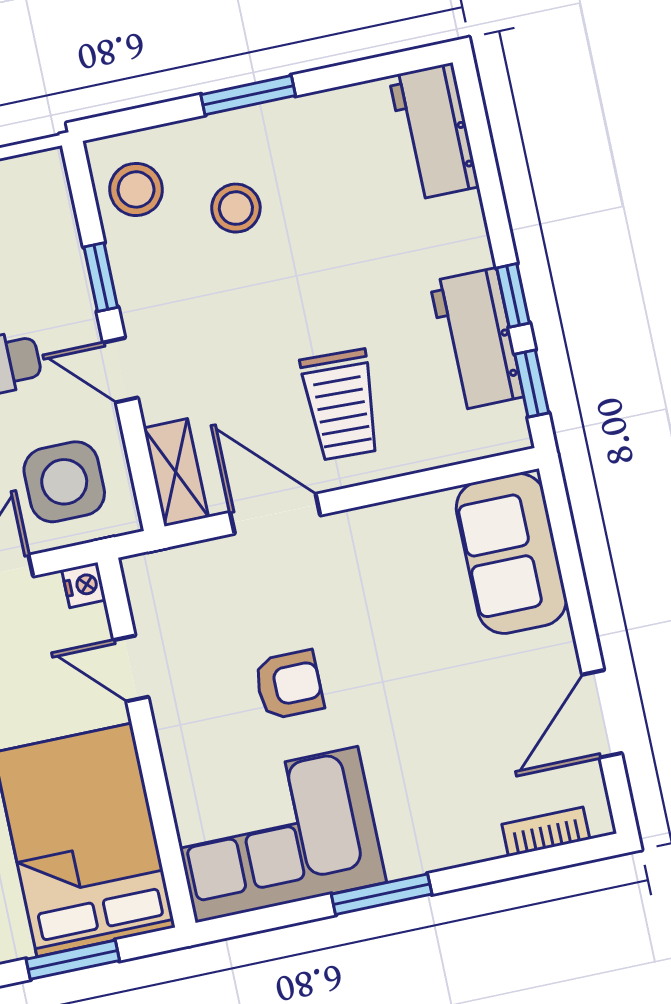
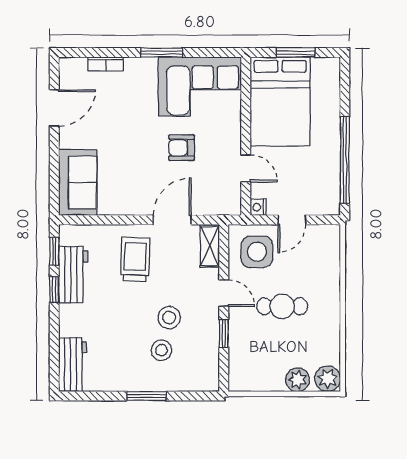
stool: (136, 189) -> (169, 318), moved
door: (275, 514) -> (172, 220), swing flipped
bookcase: (546, 832) -> (106, 64), moved

